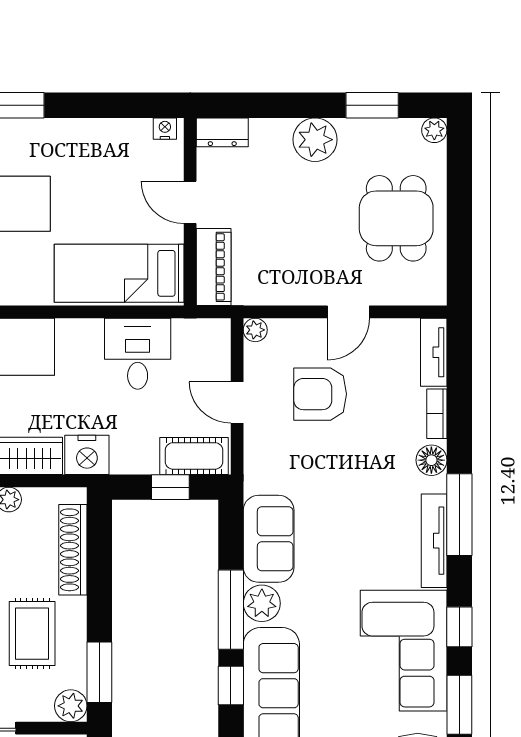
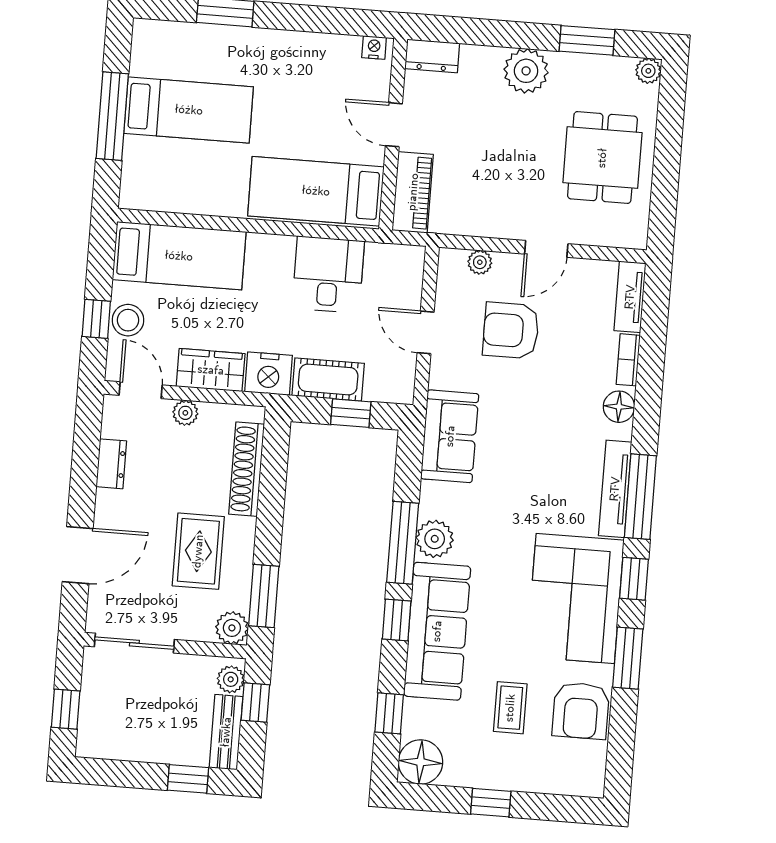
plant: (255, 330) -> (480, 262), moved
cot: (194, 456) -> (328, 379), moved
window: (459, 515) -> (640, 497), moved
sofa: (269, 539) -> (450, 436), moved

